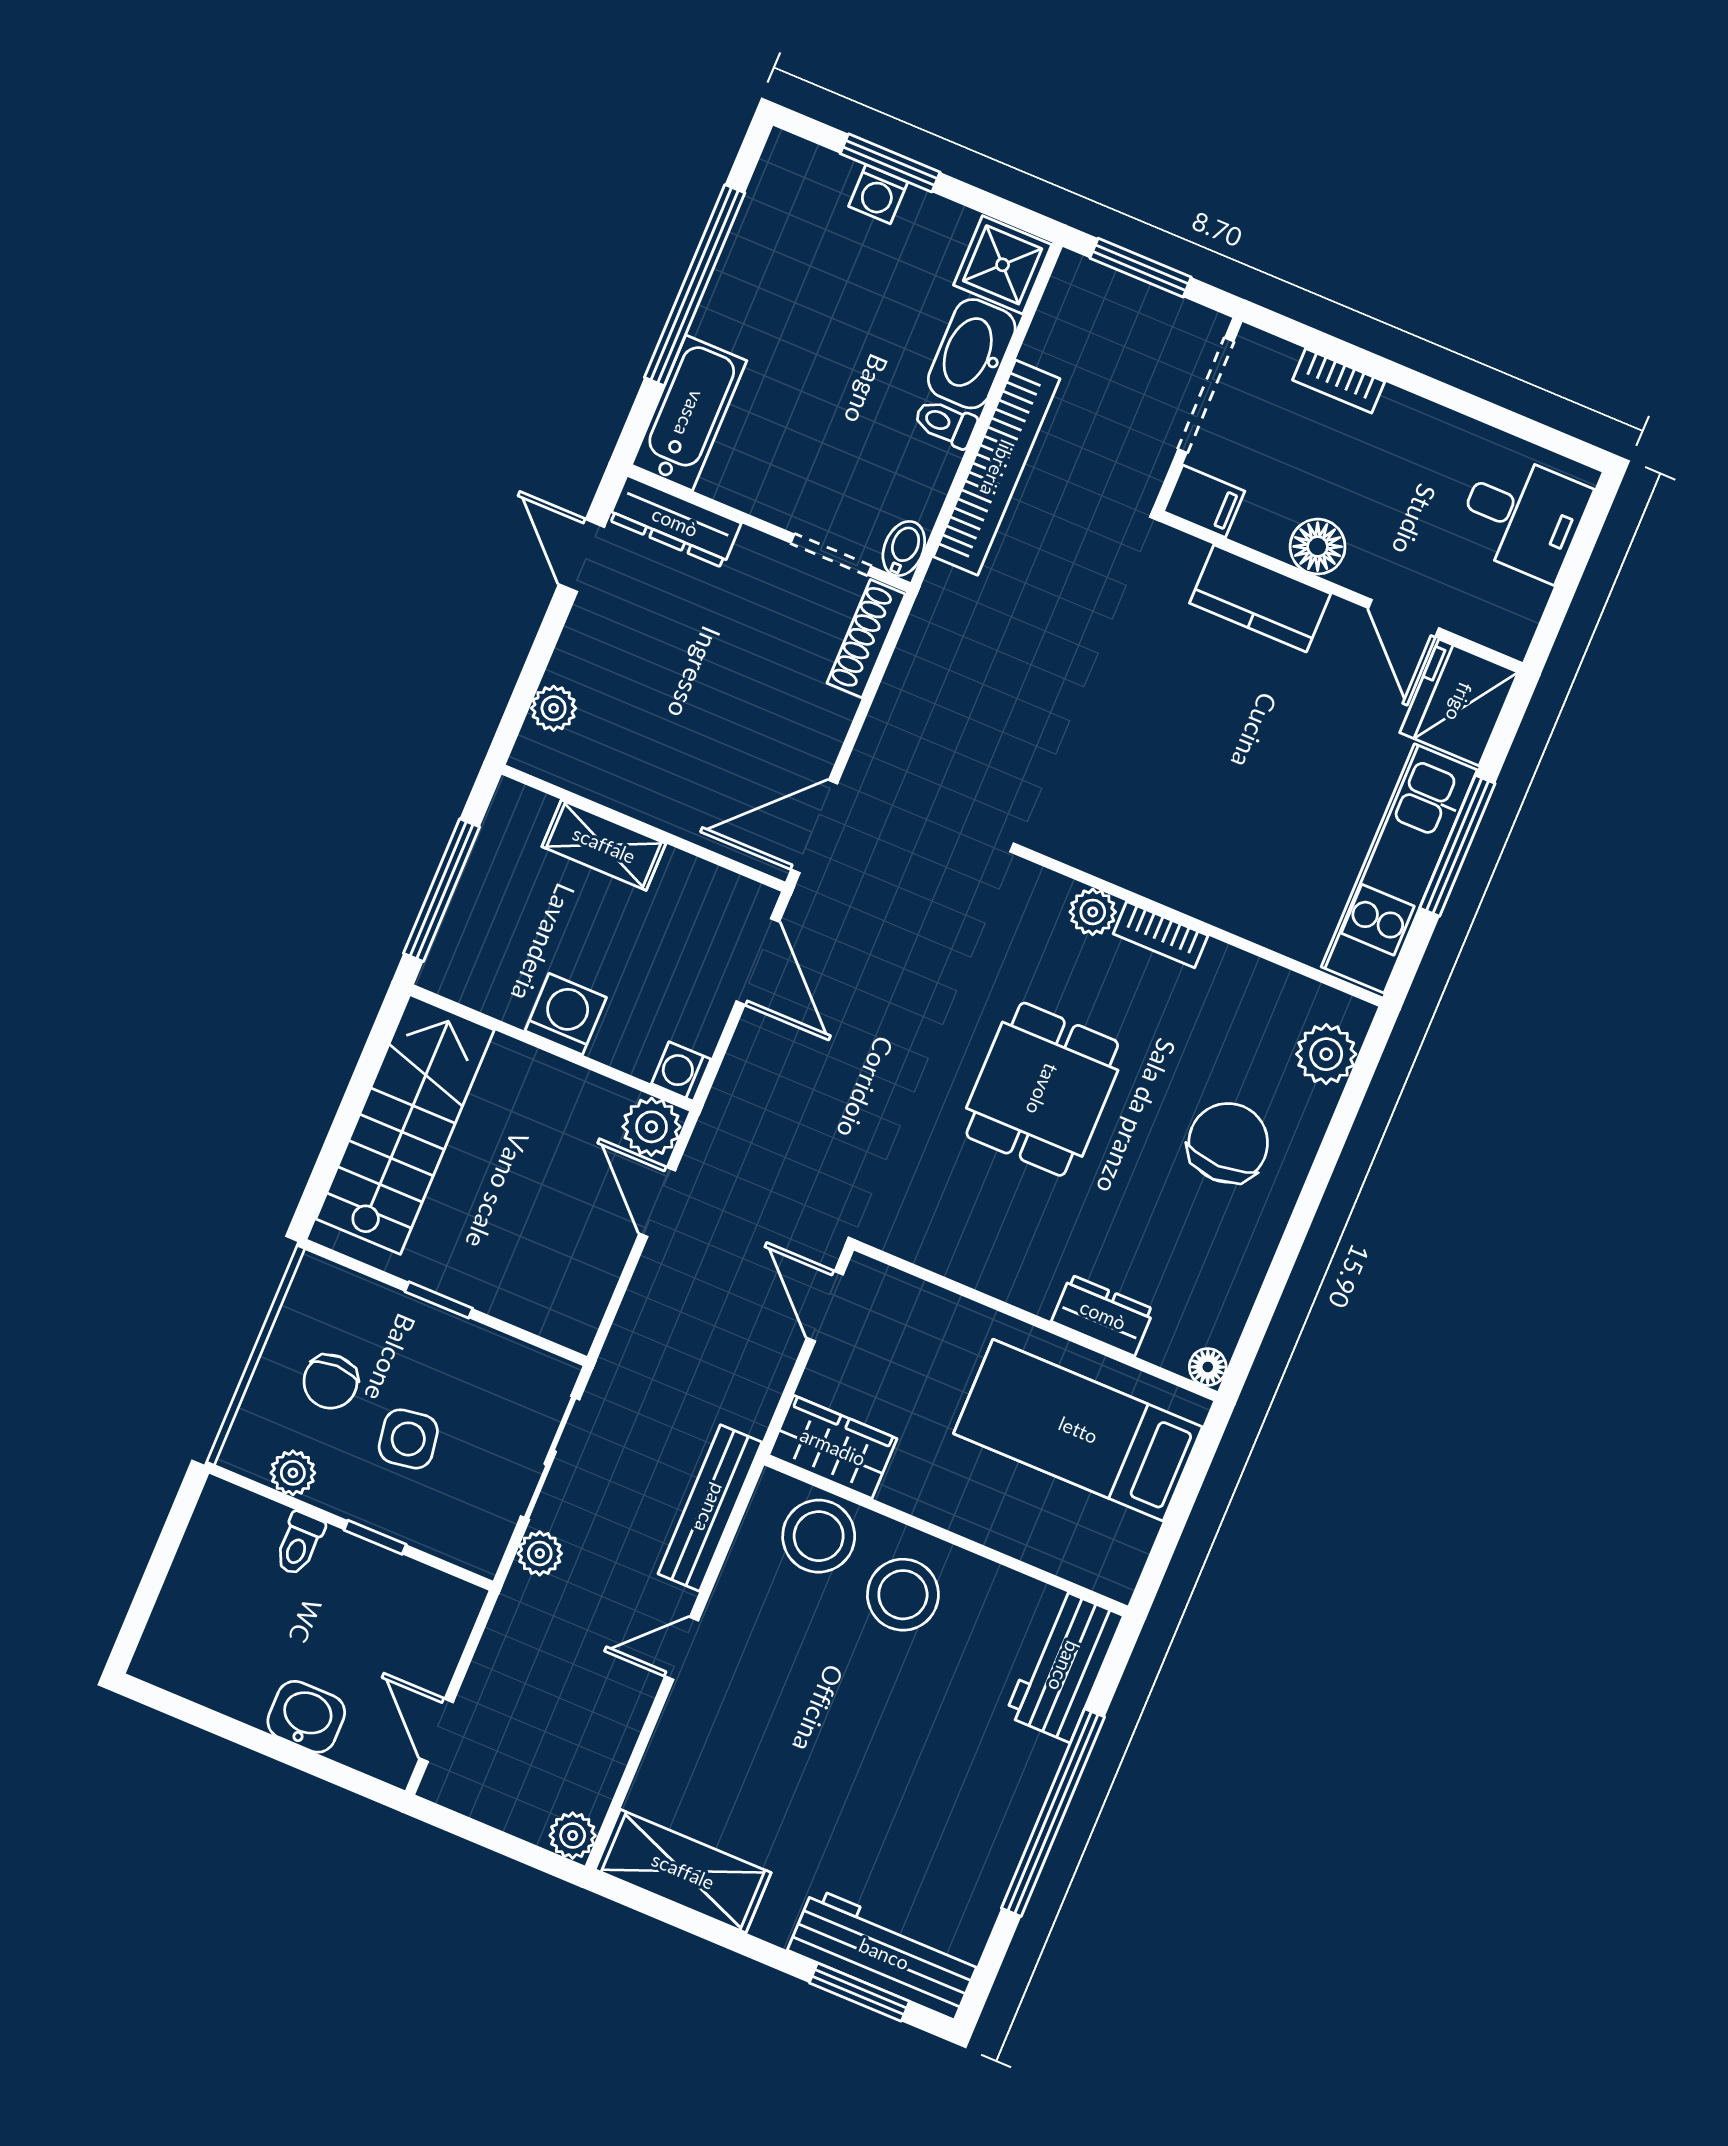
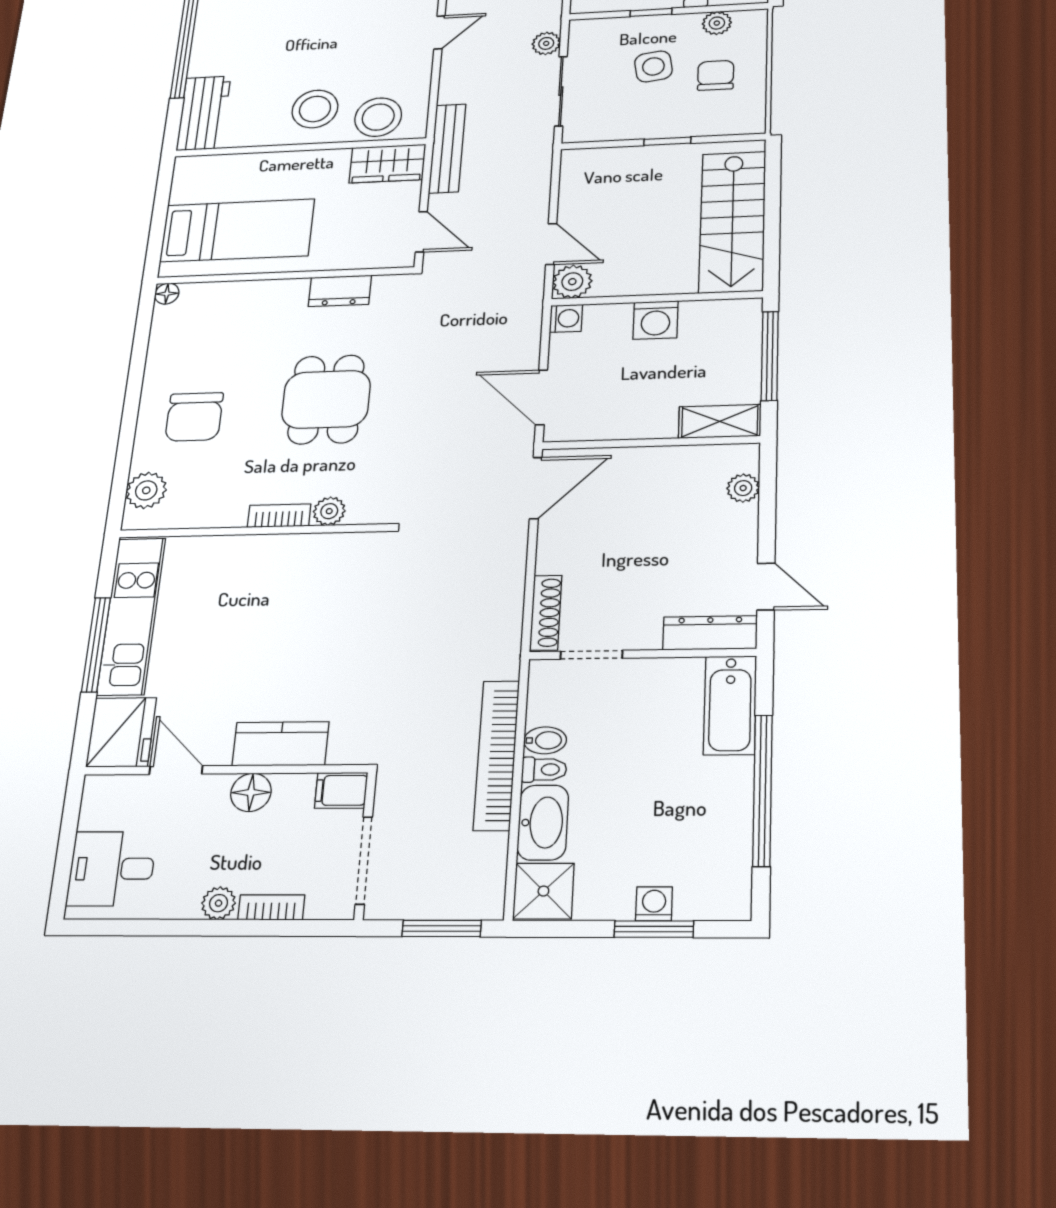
plant: (1402, 413) -> (219, 903), added
bidet: (904, 549) -> (545, 740), moved, turned -90
shelving: (604, 845) -> (720, 421), moved
dresser: (1103, 1315) -> (340, 291), moved
bench: (710, 1508) -> (447, 148), moved

